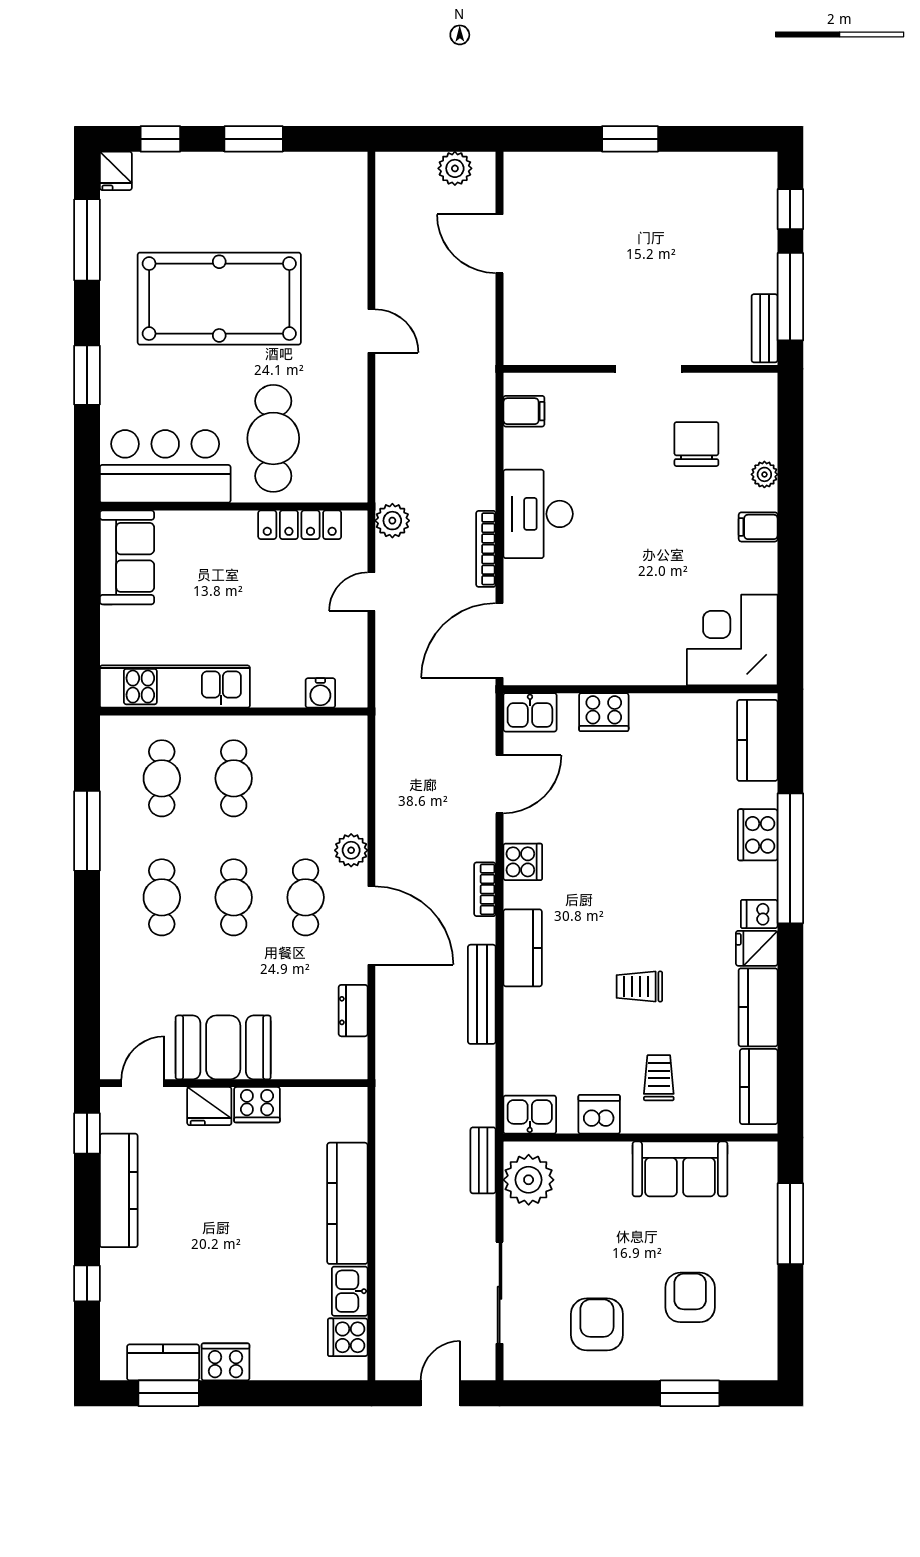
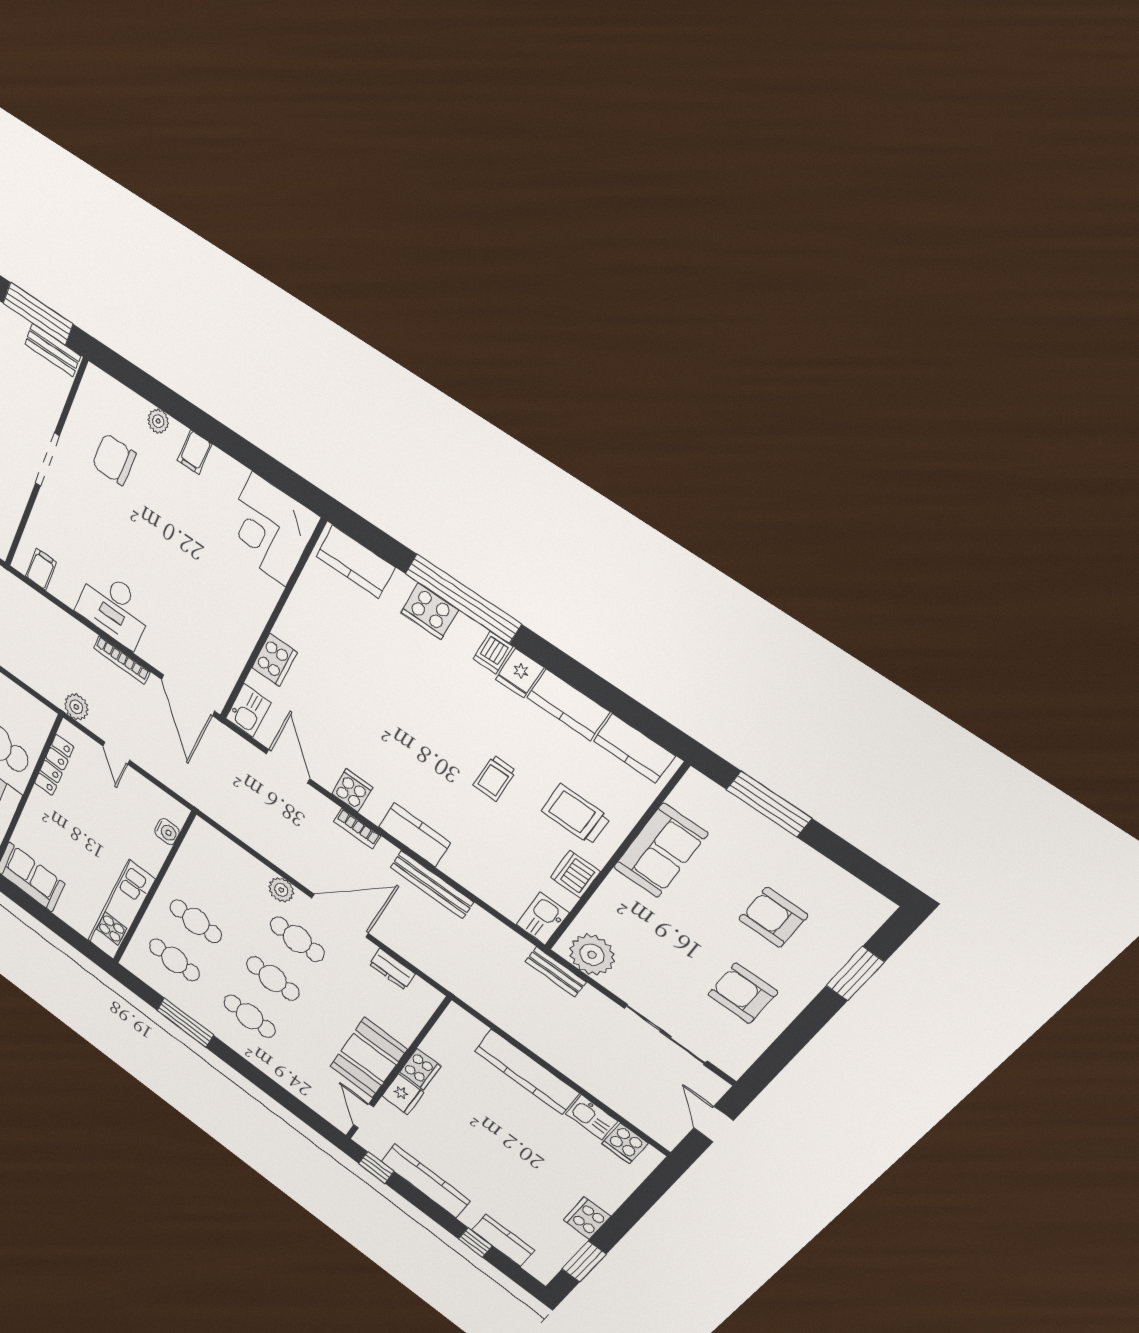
trolley: (659, 1078) -> (576, 814), width x1.36, depth x1.39
kitchen counter: (163, 1362) -> (503, 1240), moved, turned 90

